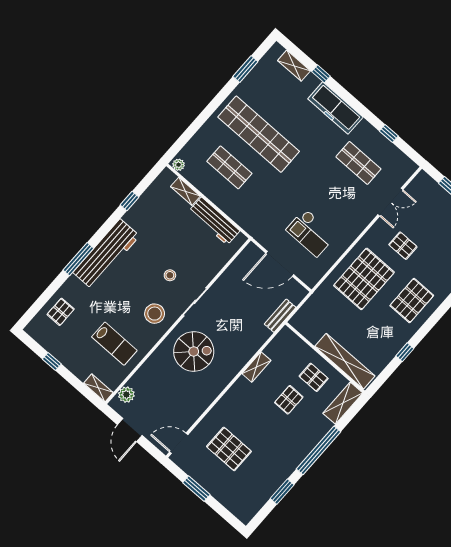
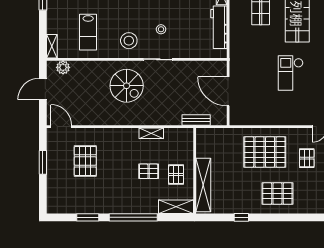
checkout: (311, 233) -> (291, 73), moved

